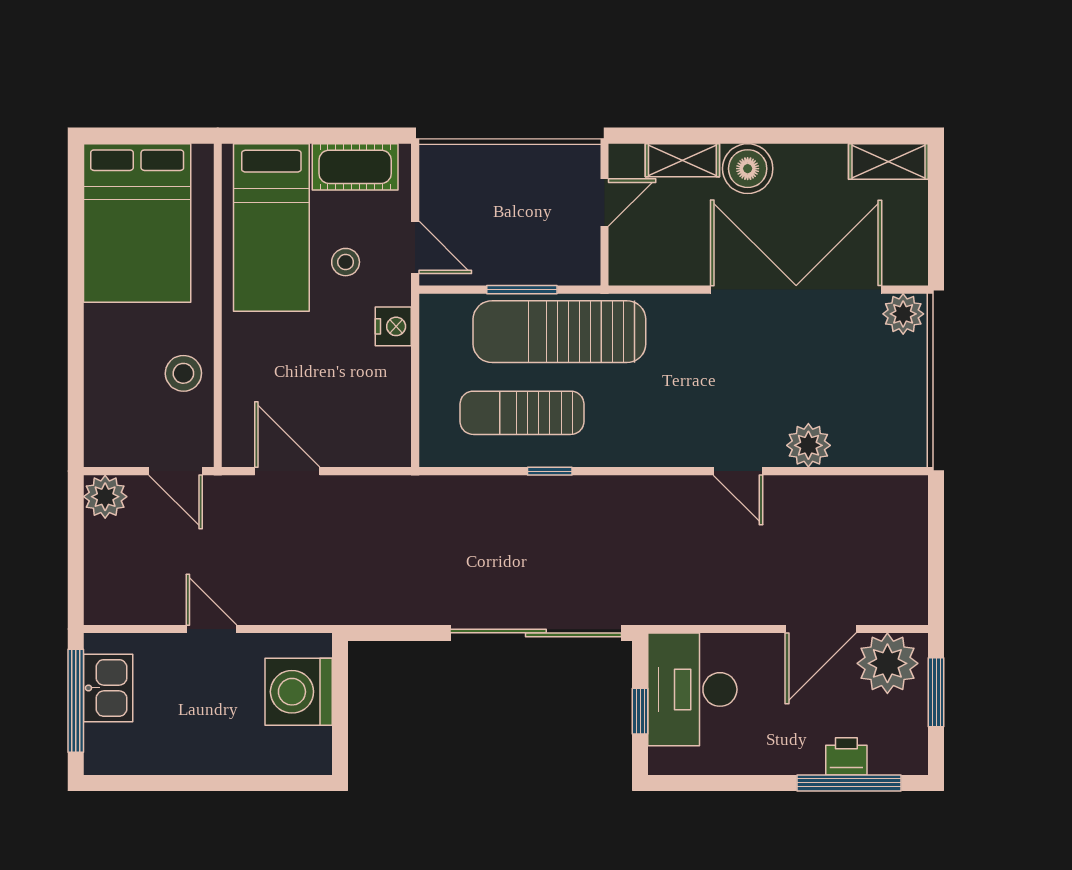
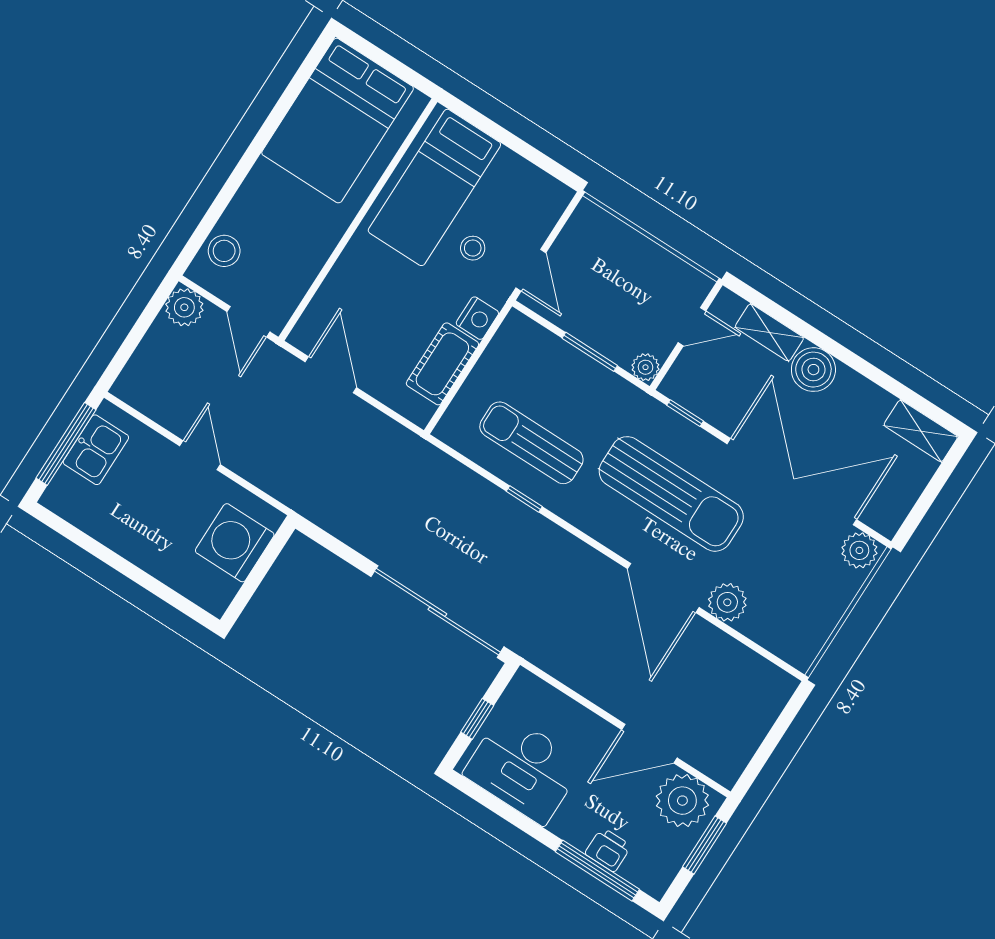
cot: (355, 167) -> (442, 364), moved, turned 90
plant: (585, 270) -> (645, 367), added
window: (651, 290) -> (685, 413), added
sun lounger: (559, 332) -> (671, 494), moved, turned 180
stool: (183, 373) -> (224, 251), moved
door: (738, 471) -> (663, 588), width x1.87
desk: (692, 689) -> (523, 769), moved, turned -90

